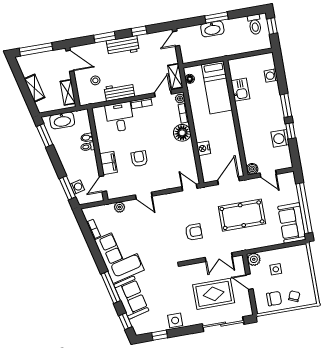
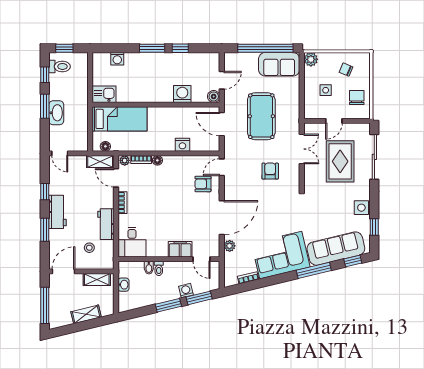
window: (245, 12) -> (45, 75), added
kitchen sink: (240, 90) -> (104, 94), moved
desk: (120, 117) -> (132, 242), moved, turned -90
washbasin: (62, 120) -> (123, 285), width x0.52, depth x0.69
floor lamp: (182, 133) -> (157, 160), width x0.53, depth x0.53
window: (45, 136) -> (168, 305), moved
washing machine: (280, 138) -> (182, 94), moved, turned 180
armchair: (139, 159) -> (203, 184), moved
washing machine: (77, 187) -> (186, 291), moved
door: (144, 196) -> (222, 218), width x1.87
plant: (254, 259) -> (311, 59), moved
chair: (294, 296) -> (346, 70), moved
sofa: (131, 298) -> (336, 249), width x1.36

